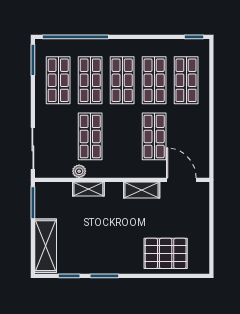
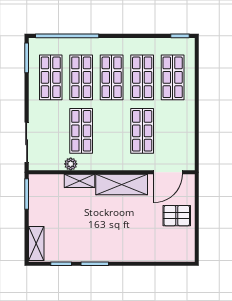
door: (181, 180) -> (168, 172), swing flipped
shelving: (142, 190) -> (122, 184), width x1.50, depth x1.33
shelving: (46, 246) -> (36, 244), width x0.67, depth x0.75
pallet: (166, 253) -> (177, 216), moved, width x0.67, depth x0.71

